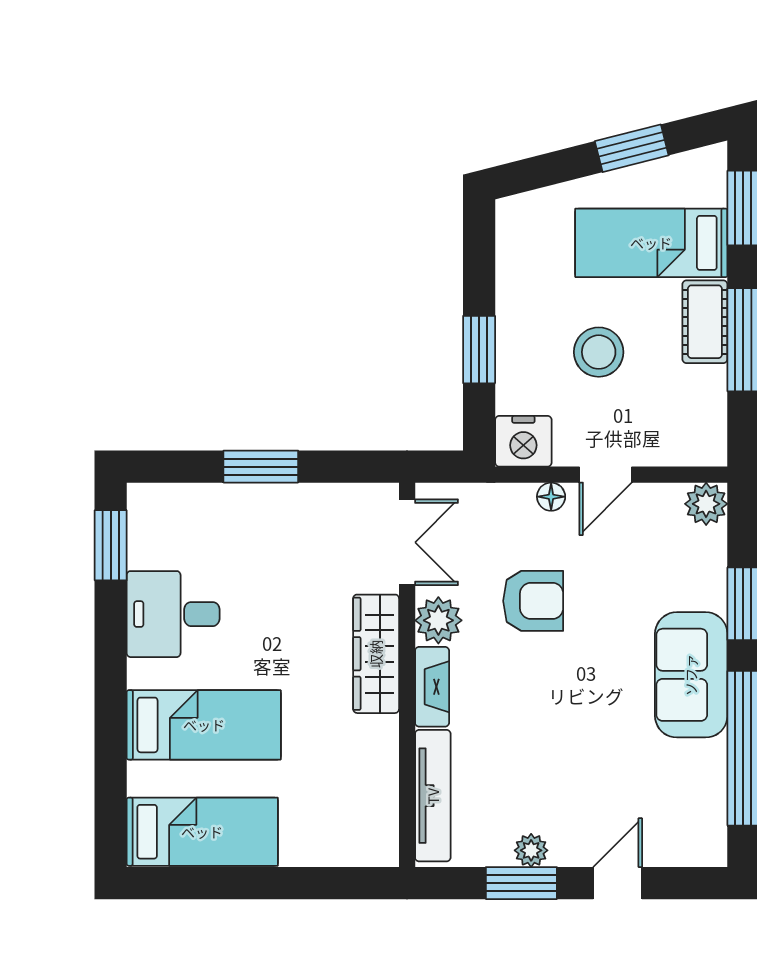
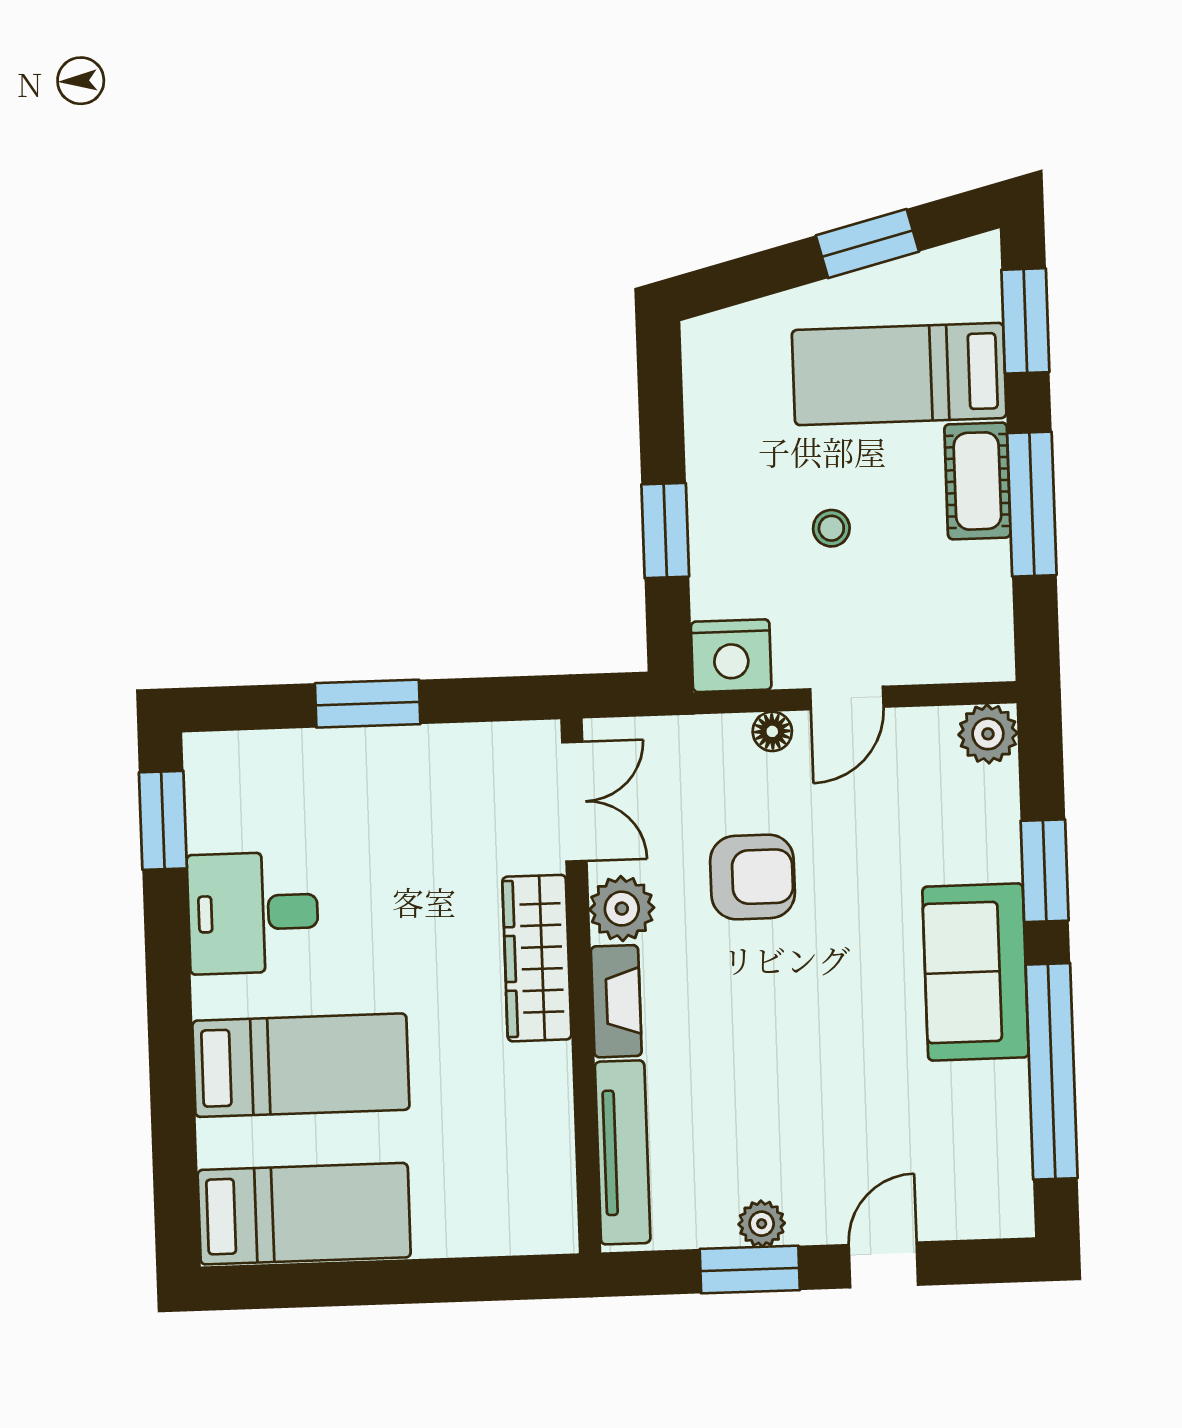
stool: (599, 352) -> (831, 528), width x0.53, depth x0.53

